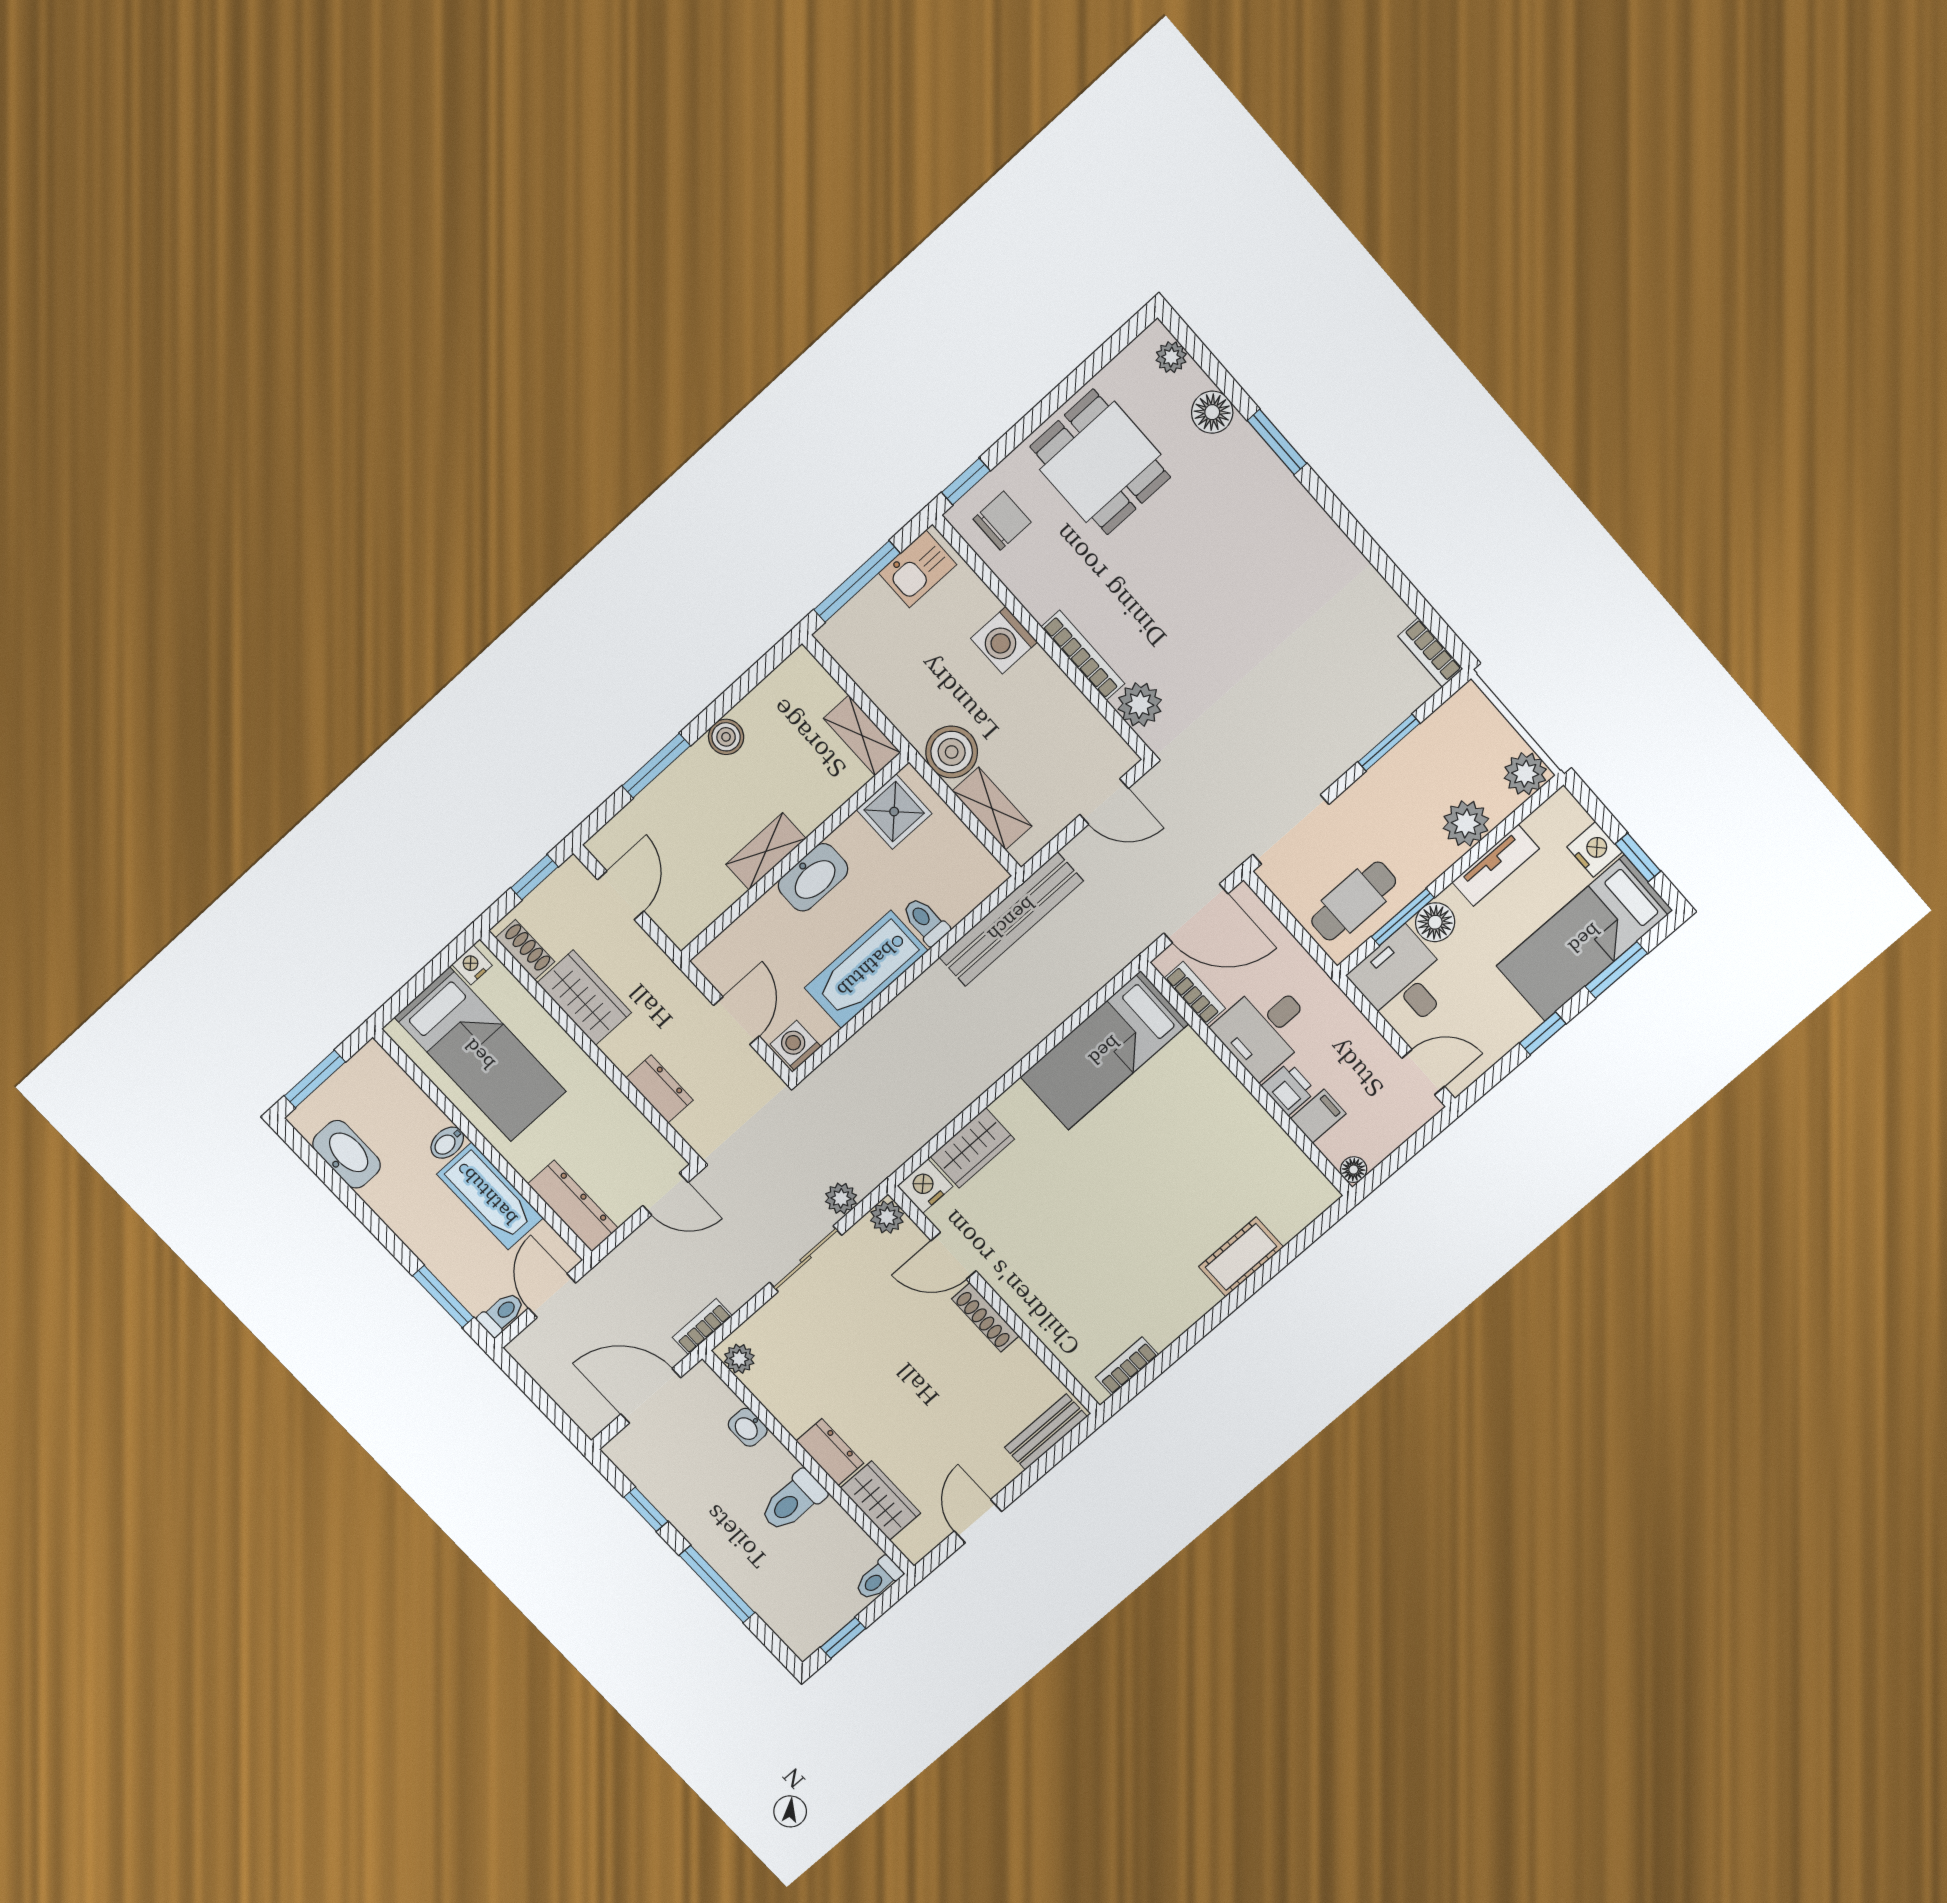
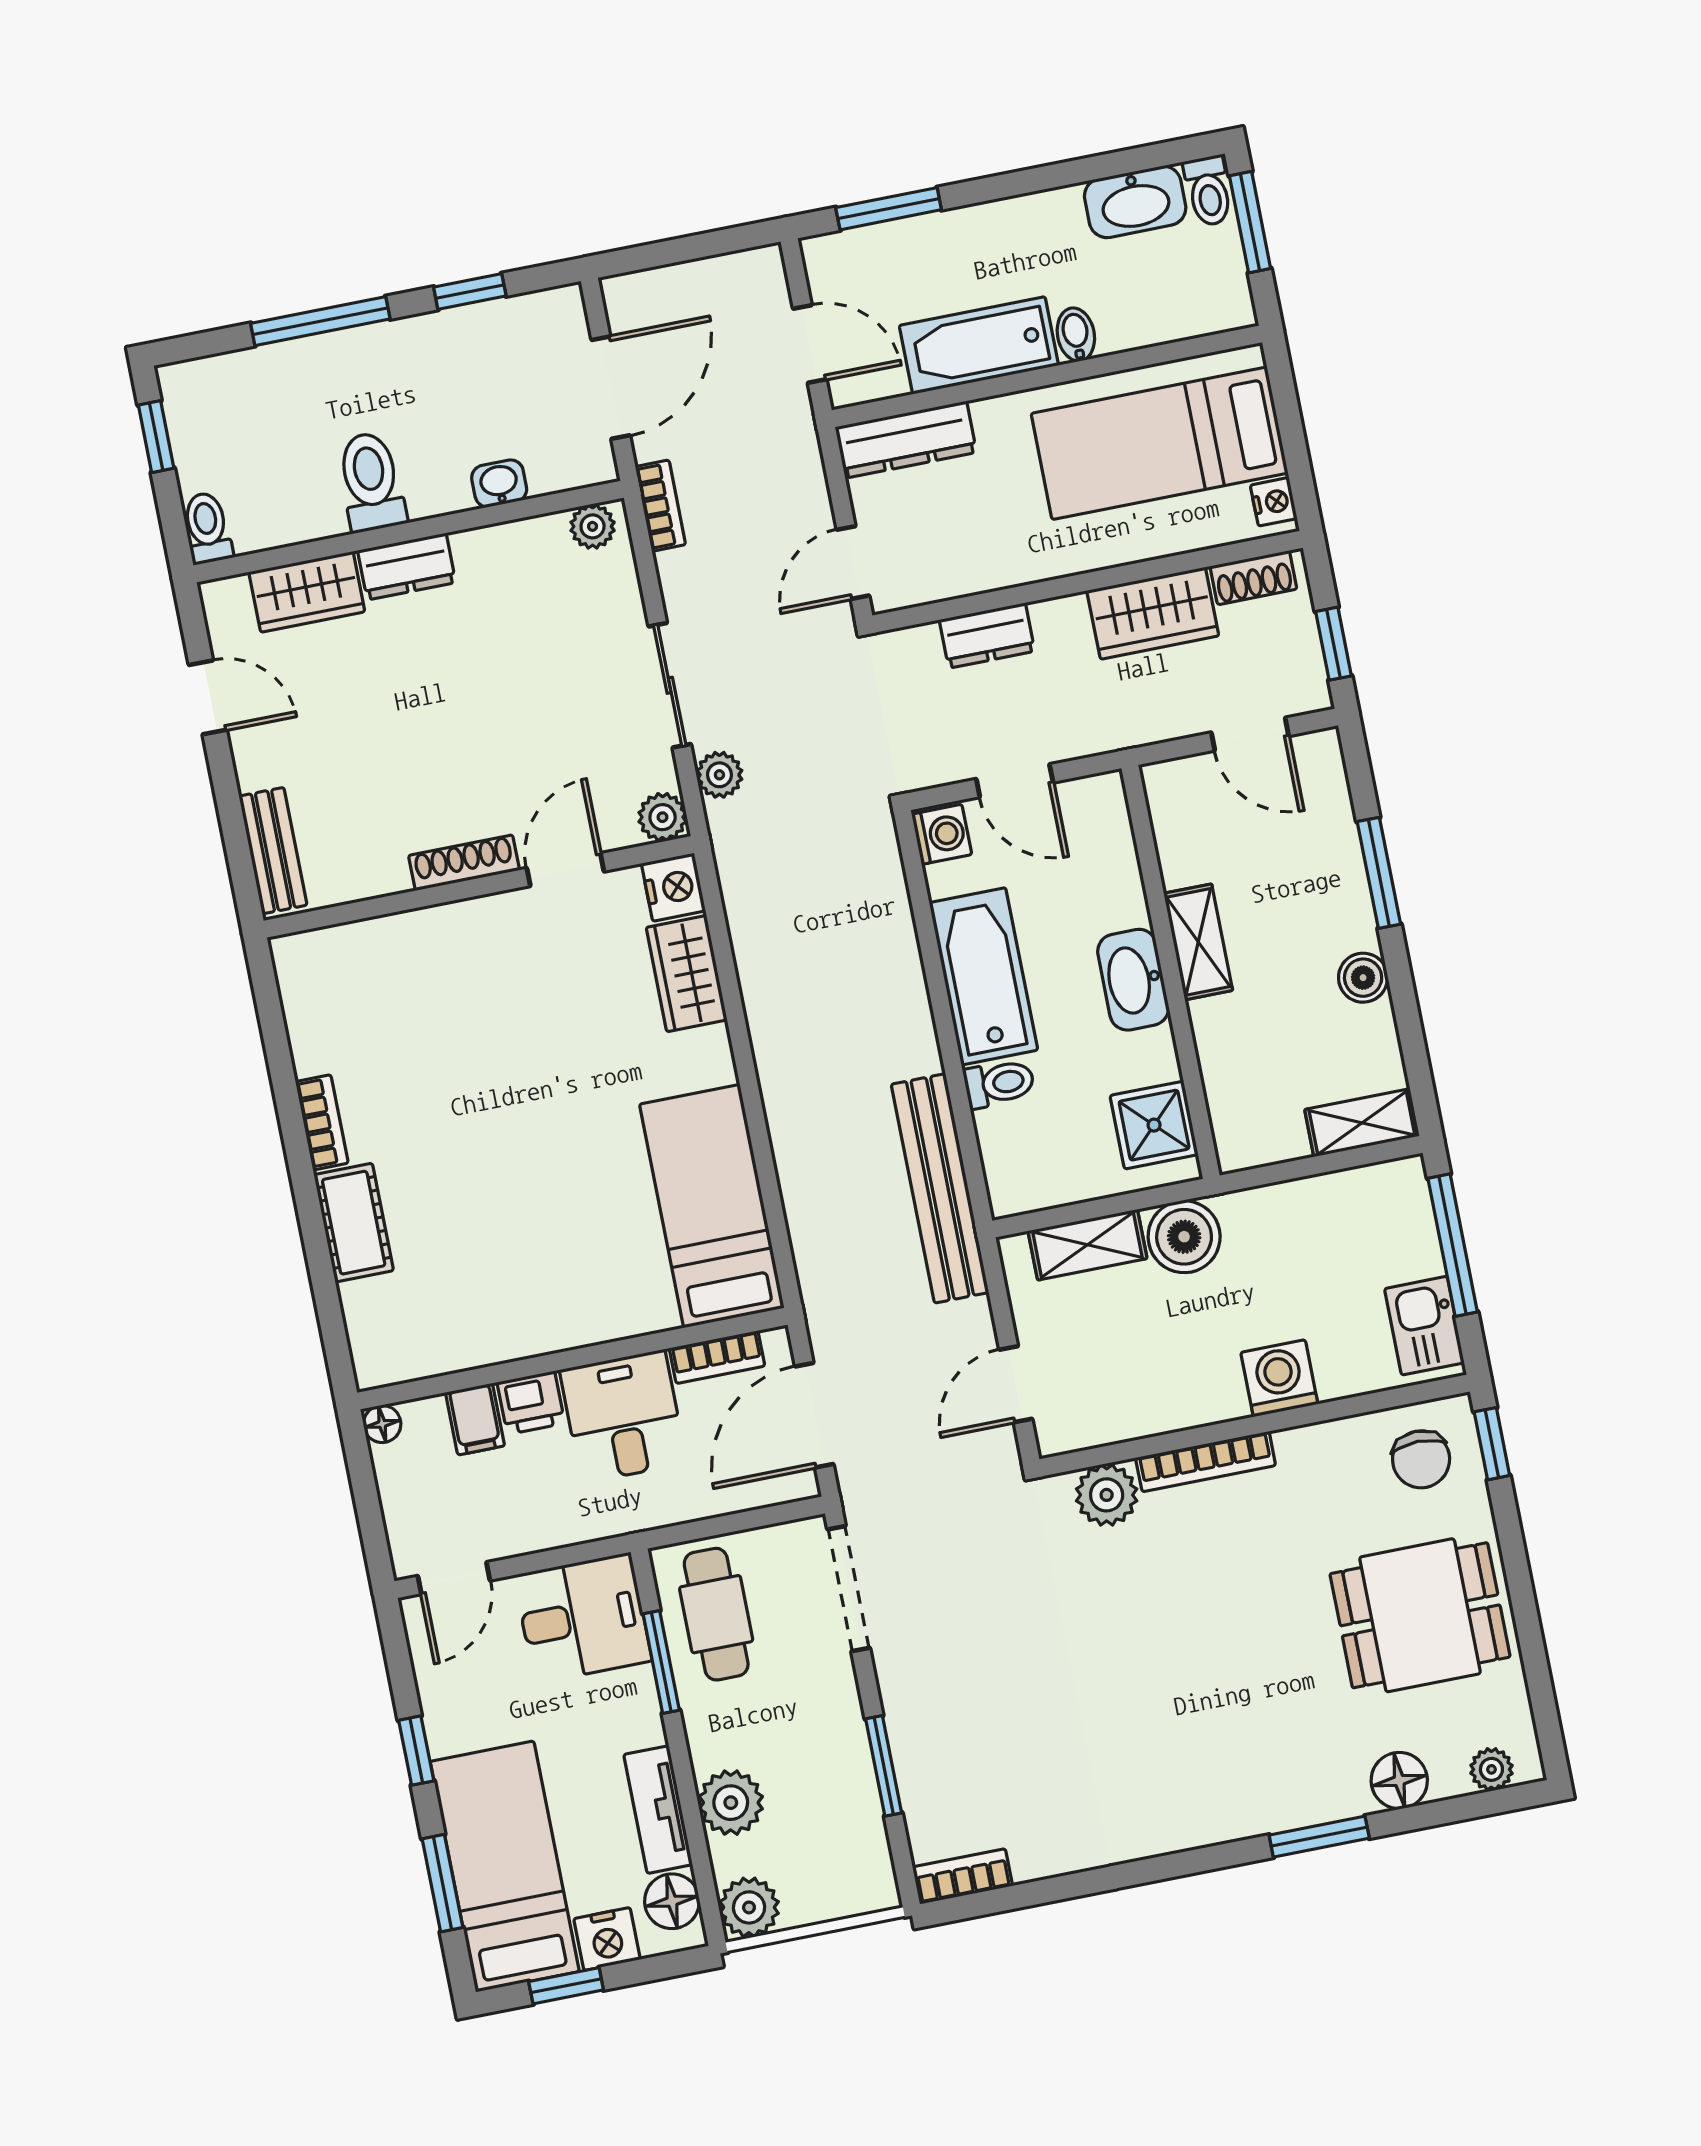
shelving: (862, 735) -> (1362, 1123), moved
floor lamp: (1435, 922) -> (672, 1901), moved
toilet: (501, 1314) -> (1208, 191), moved
bookcase: (1127, 1366) -> (322, 1122), moved

